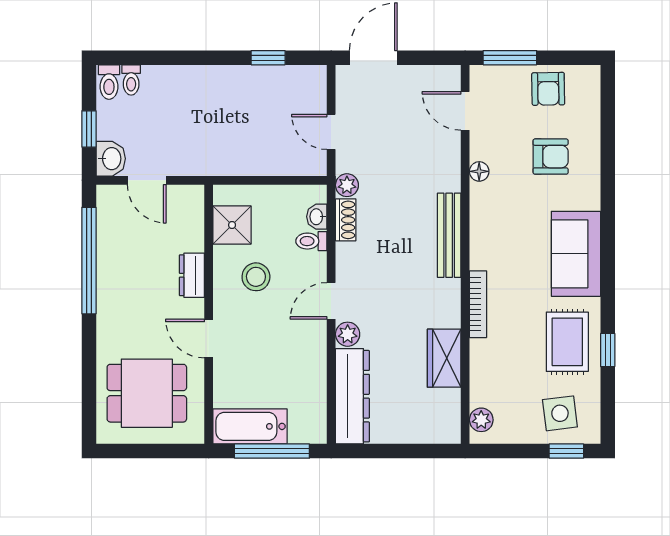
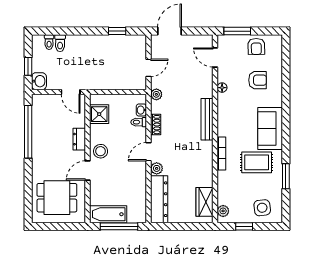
toilet: (109, 82) -> (60, 43), moved
door: (331, 132) -> (148, 68), swing flipped
door: (147, 180) -> (71, 92), moved
shoe rack: (346, 220) -> (156, 125), moved
stool: (256, 277) -> (101, 151), moved
door: (209, 339) -> (88, 171), hinge flipped
rug: (567, 342) -> (257, 162), moved, turned 90
window: (608, 350) -> (286, 176), width x1.50
wardrobe: (444, 358) -> (205, 202), moved
window: (566, 451) -> (244, 226), moved

